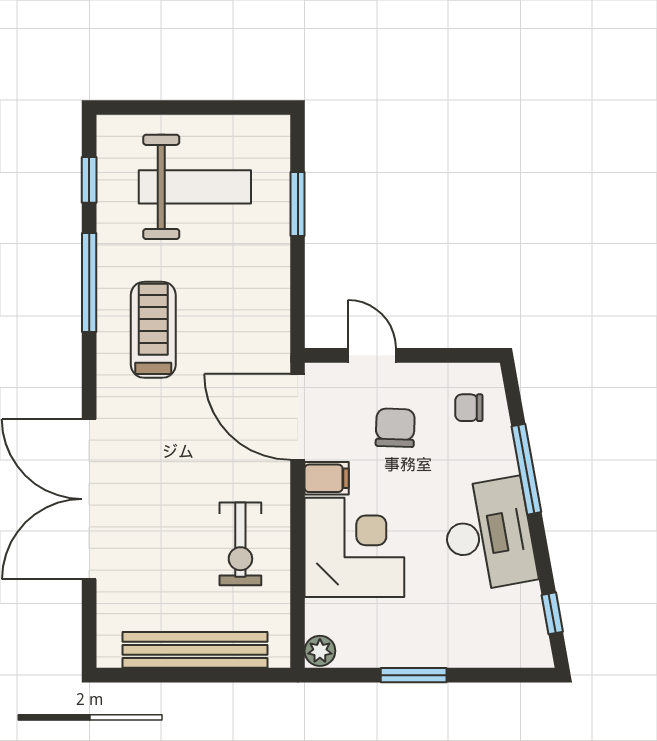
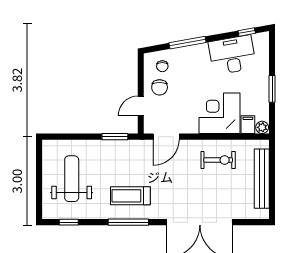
window: (298, 204) -> (115, 137), moved
window: (89, 282) -> (128, 222), moved
door: (298, 417) -> (166, 137), width x0.73
chair: (395, 428) -> (160, 87), moved, turned -92
filing cabinet: (327, 478) -> (248, 125), moved
desk: (488, 535) -> (232, 55), moved

